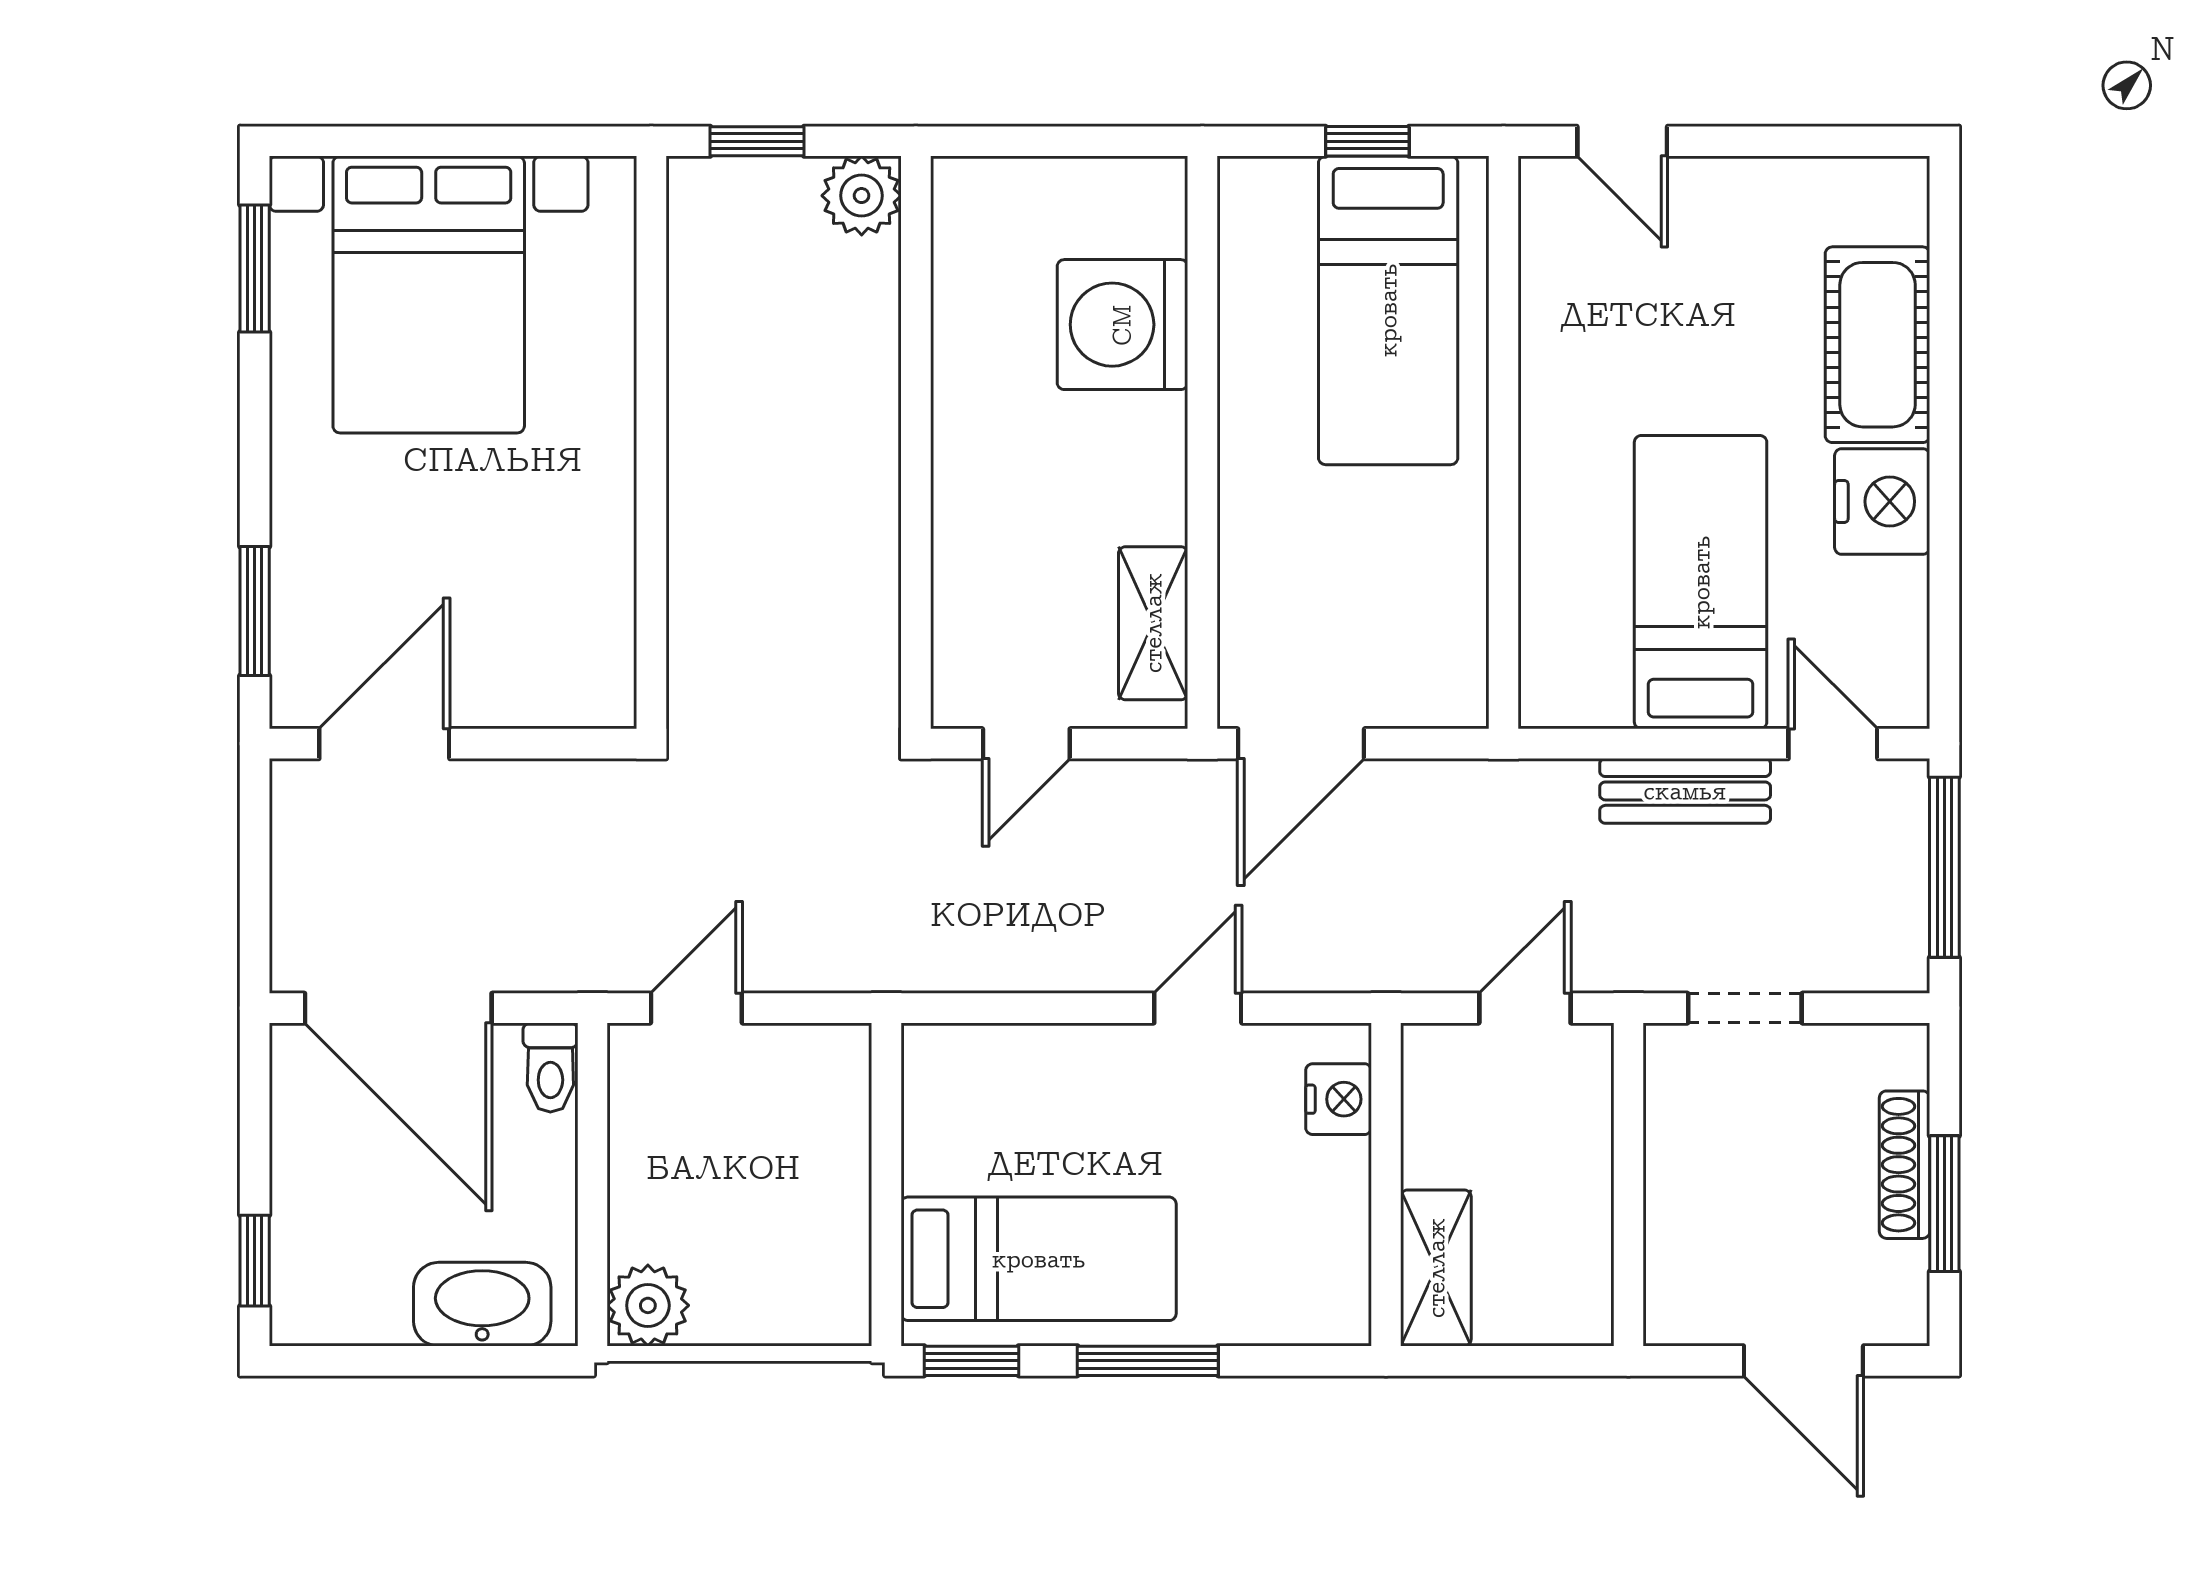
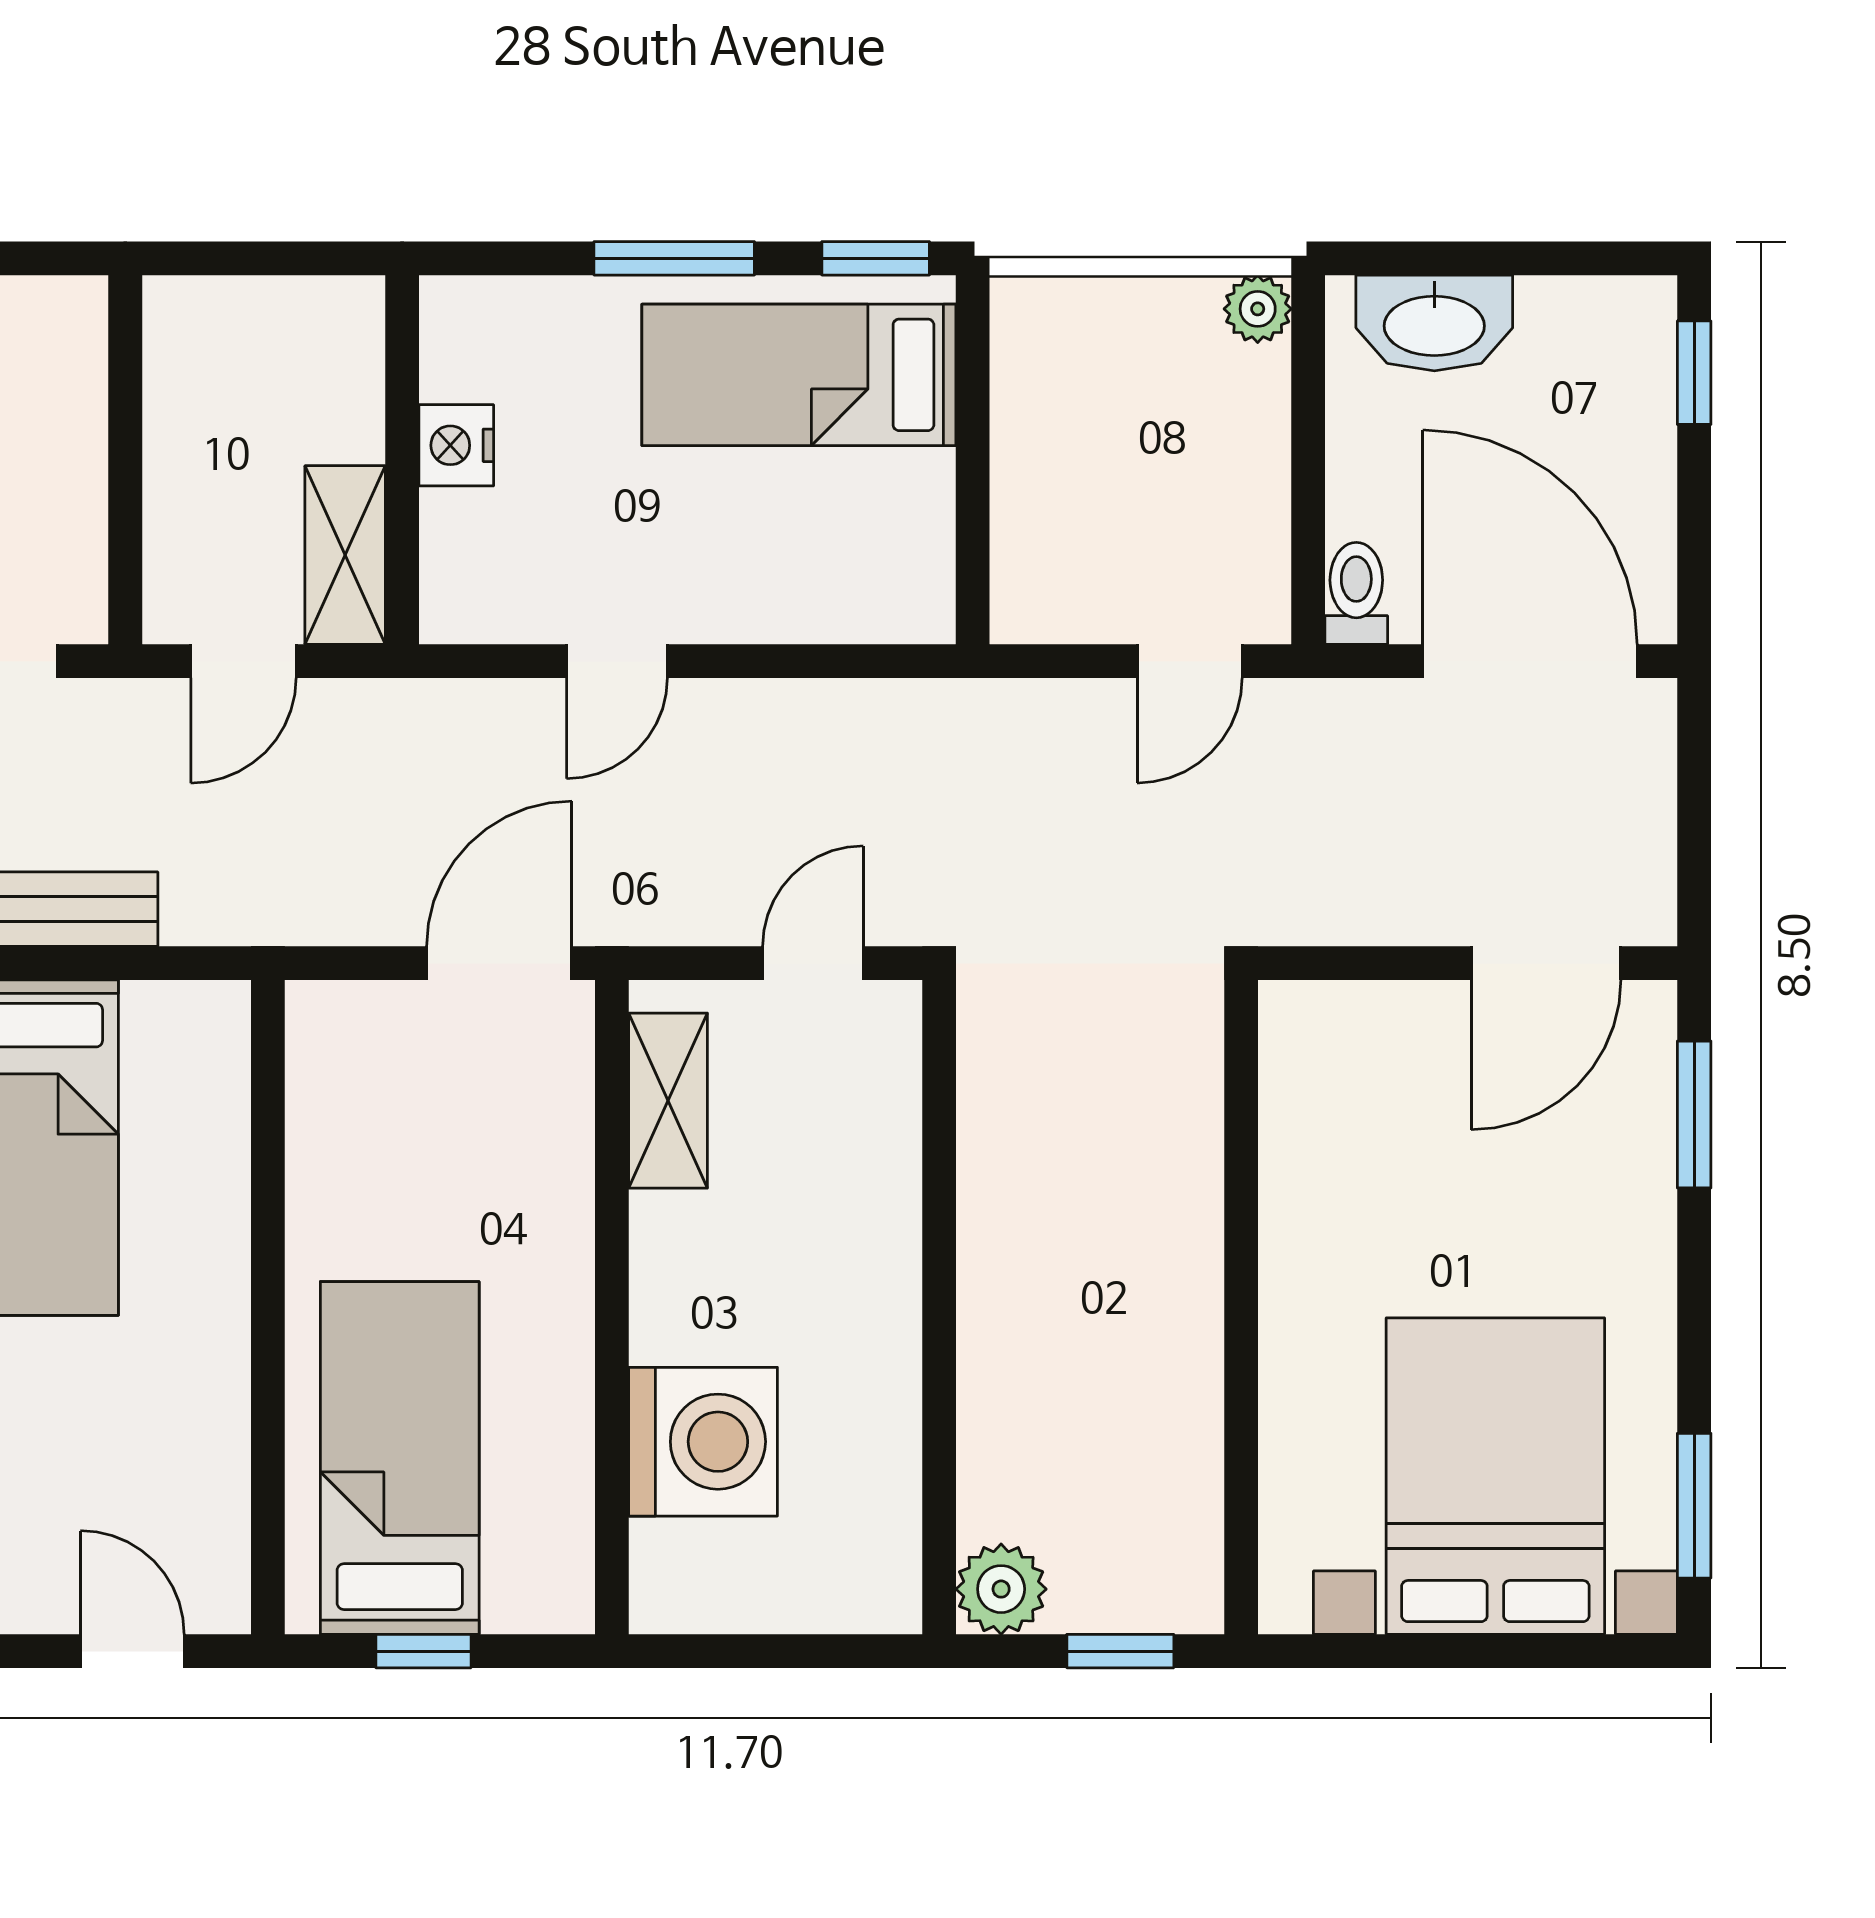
nightstand: (1339, 1099) -> (456, 445), moved
shelving: (1436, 1268) -> (345, 555), moved
plant: (648, 1305) -> (1258, 309), width x0.73, depth x0.73

